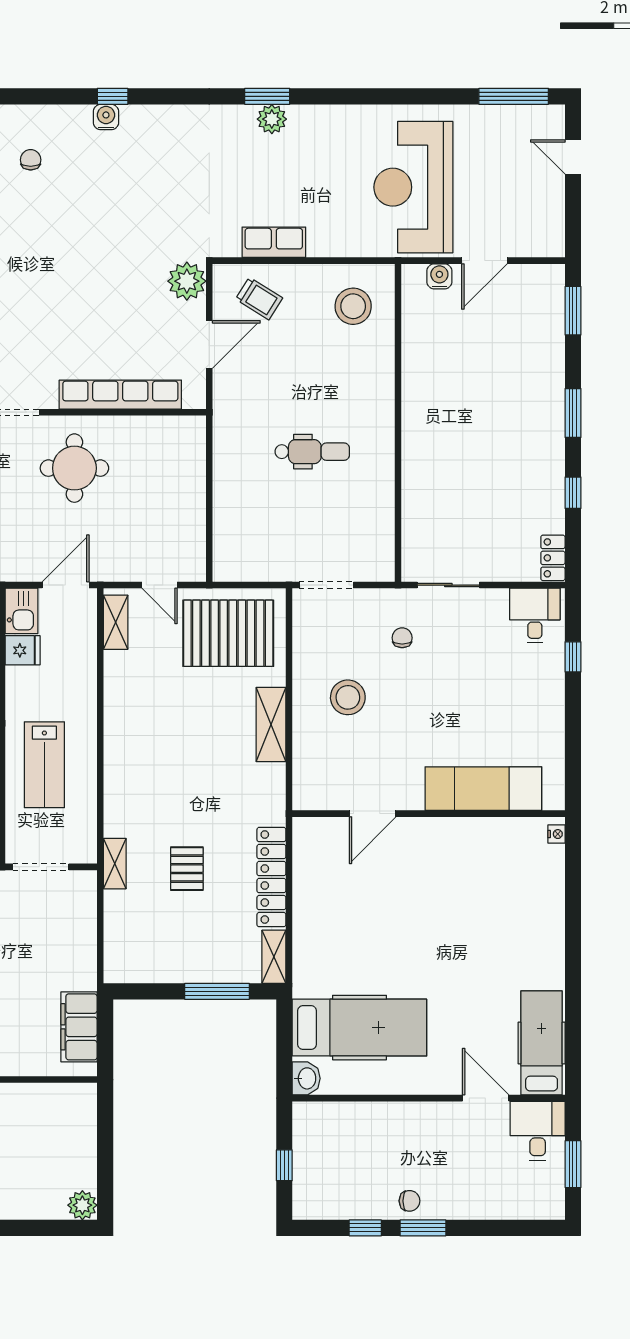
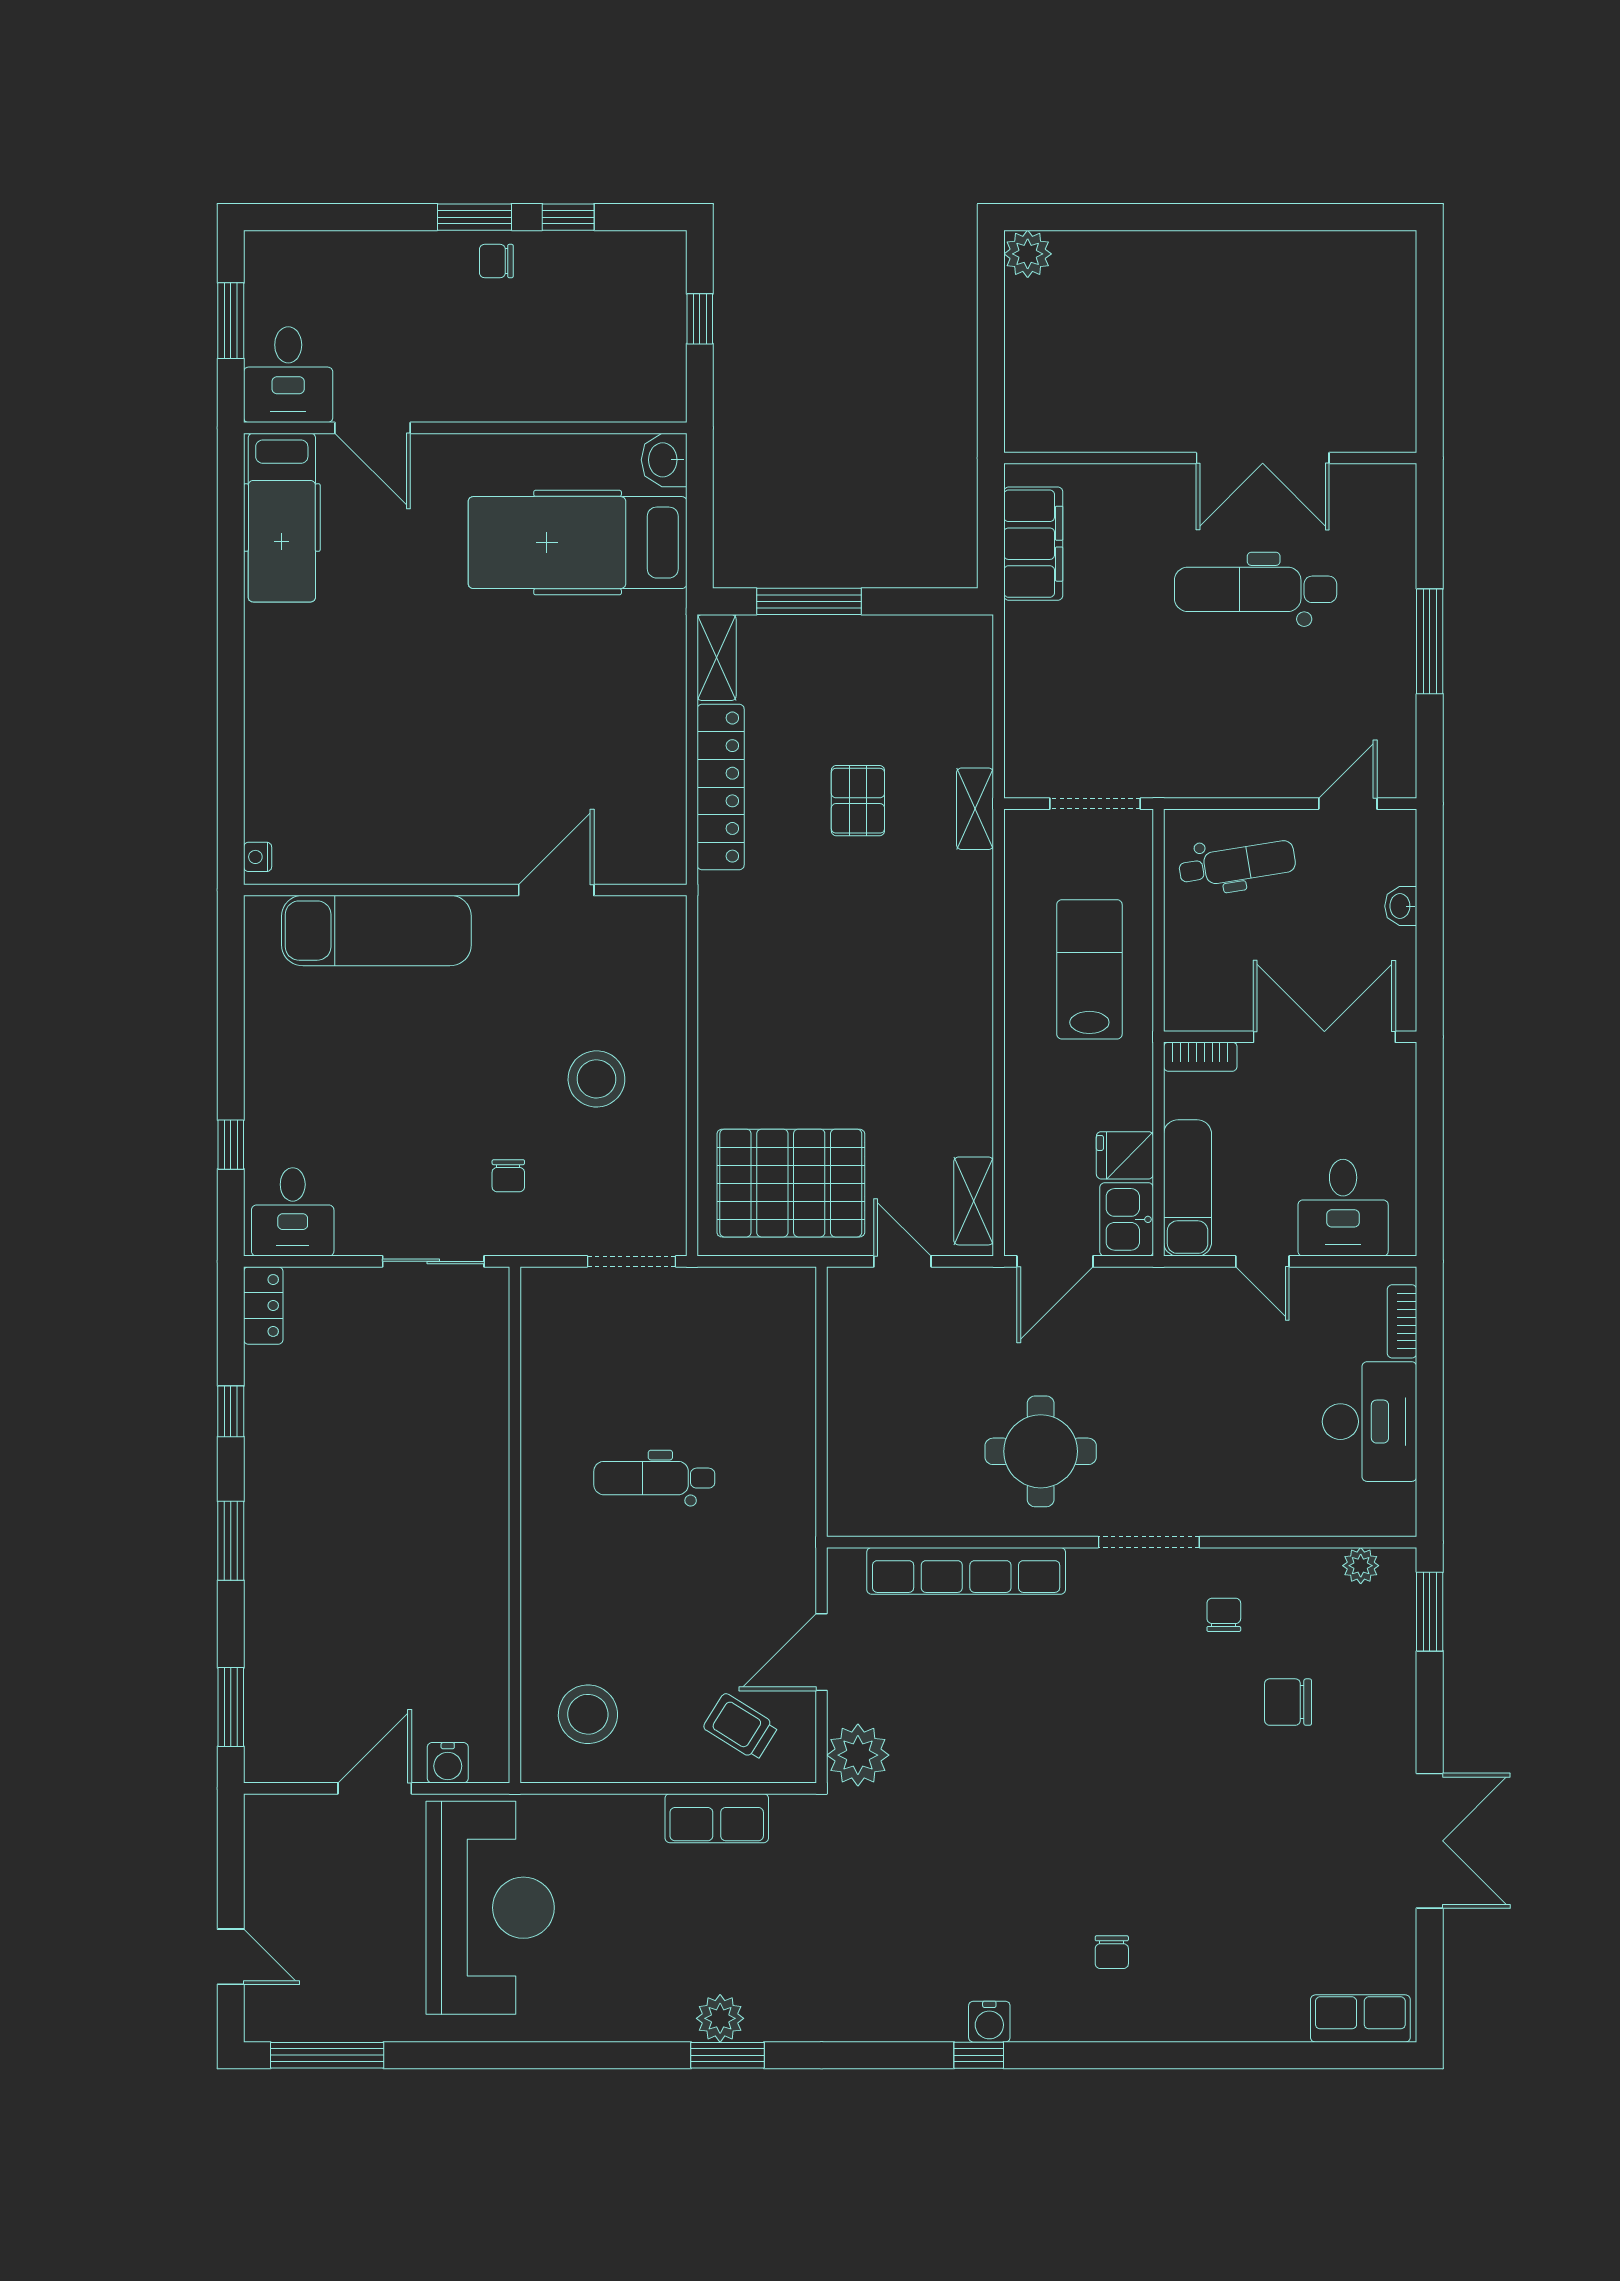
shelving: (271, 725) -> (721, 1035), removed

